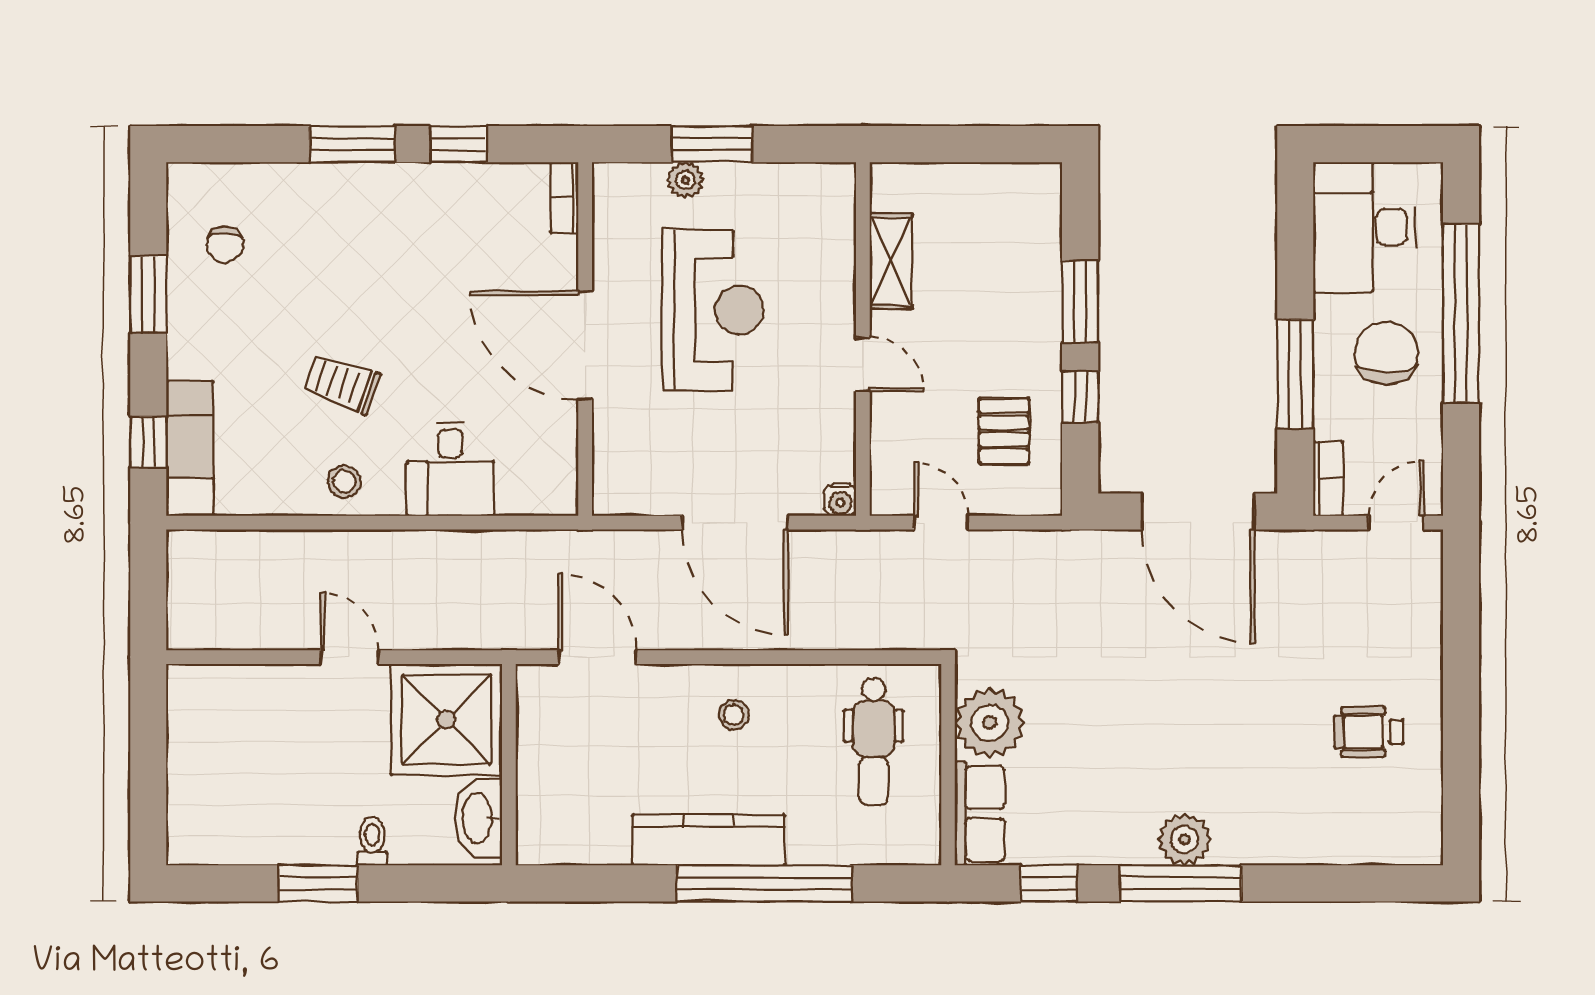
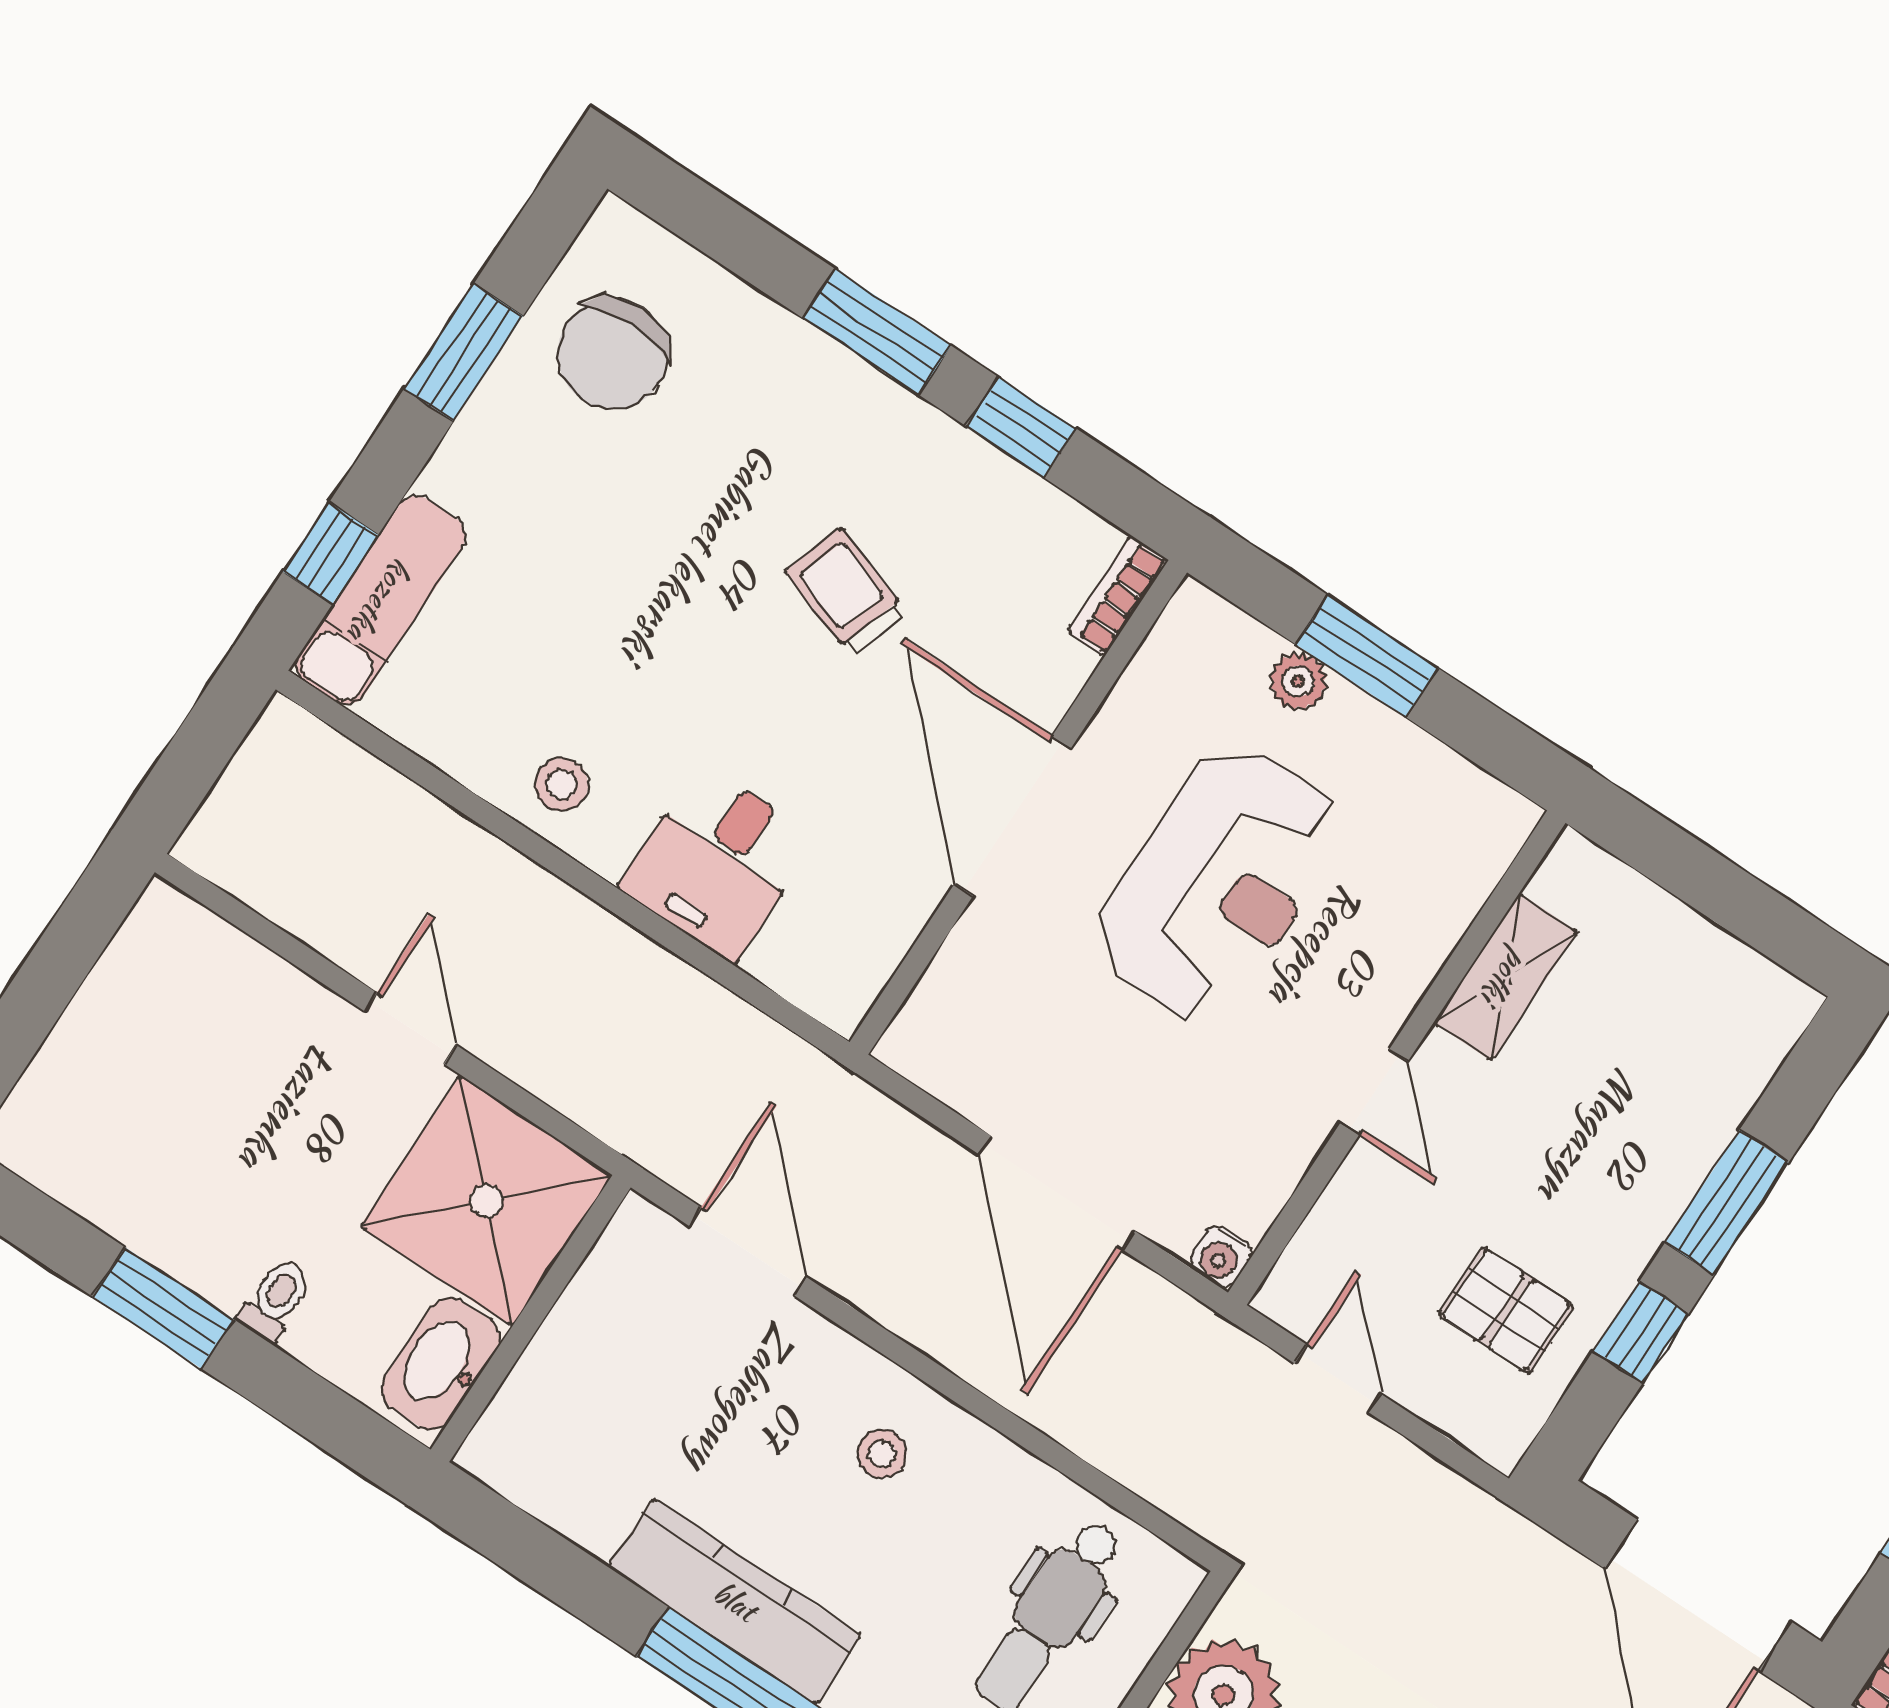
chair: (225, 245) -> (613, 354), width x1.87, depth x1.87
trolley: (342, 384) -> (846, 592), moved
pallet: (1004, 431) -> (1506, 1310), turned 90

